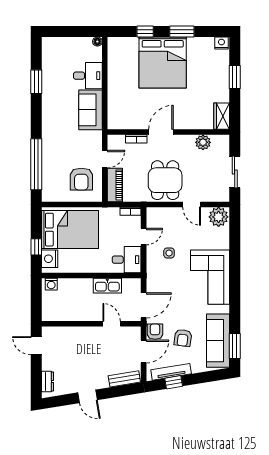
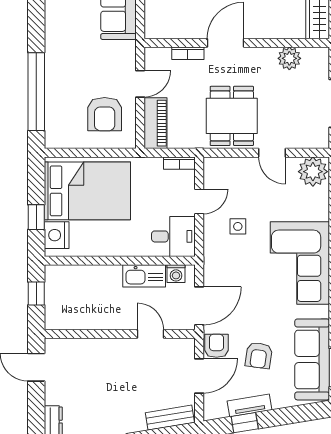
washing machine: (51, 284) -> (176, 274), moved
window: (36, 297) -> (36, 294), added
tv unit: (171, 372) -> (250, 405), width x0.71

